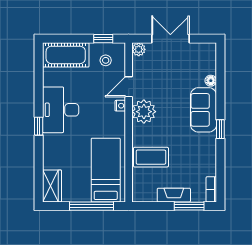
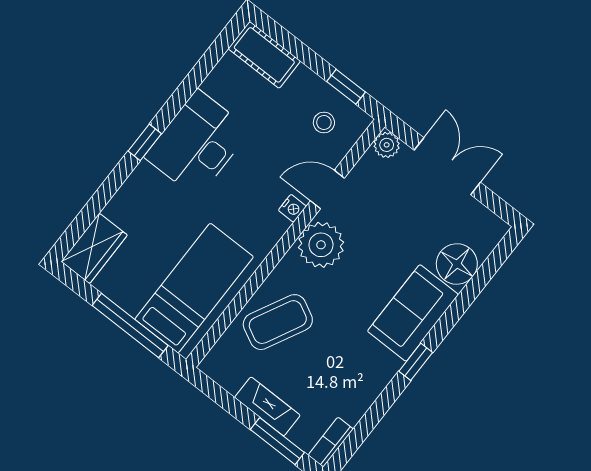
cot: (66, 55) -> (264, 55), width x0.73, depth x0.75
floor lamp: (211, 81) -> (457, 264), width x1.89, depth x1.89
coffee table: (151, 157) -> (278, 322), turned -63

